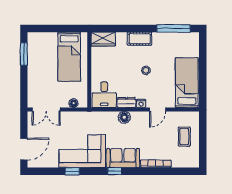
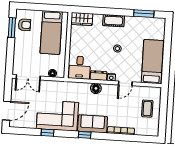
window: (174, 28) -> (144, 14), width x0.69
armchair: (38, 50) -> (24, 25), added

